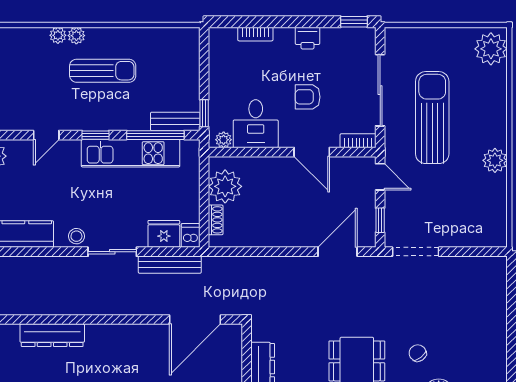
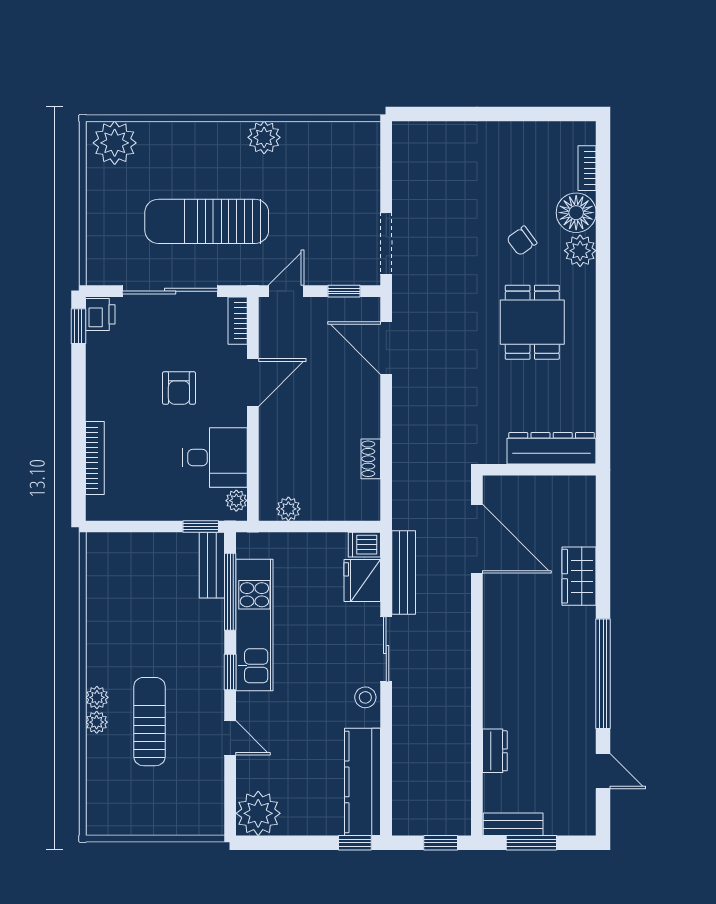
bookcase: (255, 34) -> (95, 458), width x1.56
printer: (308, 38) -> (100, 314), moved
sun lounger: (103, 71) -> (149, 722), moved
plant: (225, 186) -> (288, 509), width x0.53, depth x0.53
shoe rack: (216, 220) -> (371, 459), moved, turned -90
dresser: (52, 335) -> (495, 751), width x0.51, depth x0.80

